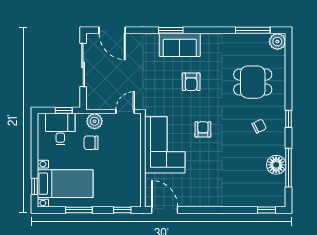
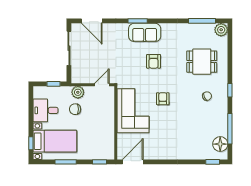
desk: (60, 129) -> (45, 110), moved, turned -90
floor lamp: (276, 165) -> (220, 144), moved
door: (165, 210) -> (133, 162), hinge flipped

